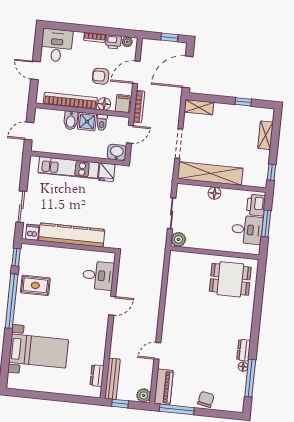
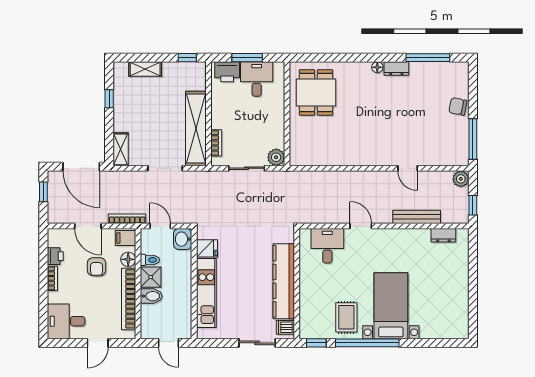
plant: (127, 42) -> (54, 240), removed
bookcase: (196, 190) -> (216, 143), added
floor lamp: (214, 193) -> (218, 121), removed
bed with nightstands: (39, 351) -> (391, 306), moved
floor lamp: (243, 367) -> (377, 67), moved
bench: (112, 379) -> (417, 217), moved
piano: (164, 387) -> (449, 157), removed

